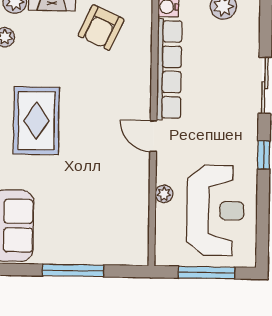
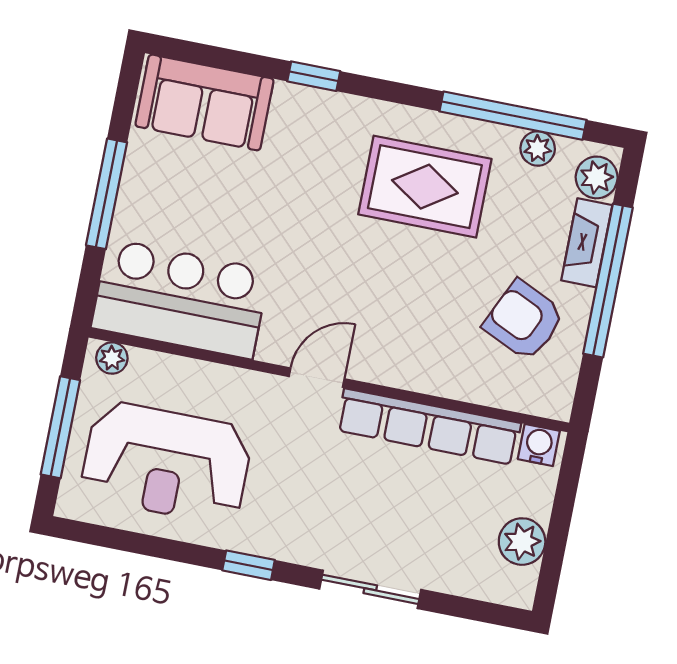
rug: (36, 121) -> (425, 187), moved
plant: (164, 194) -> (112, 358), moved
bar counter: (124, 219) -> (180, 299), added

